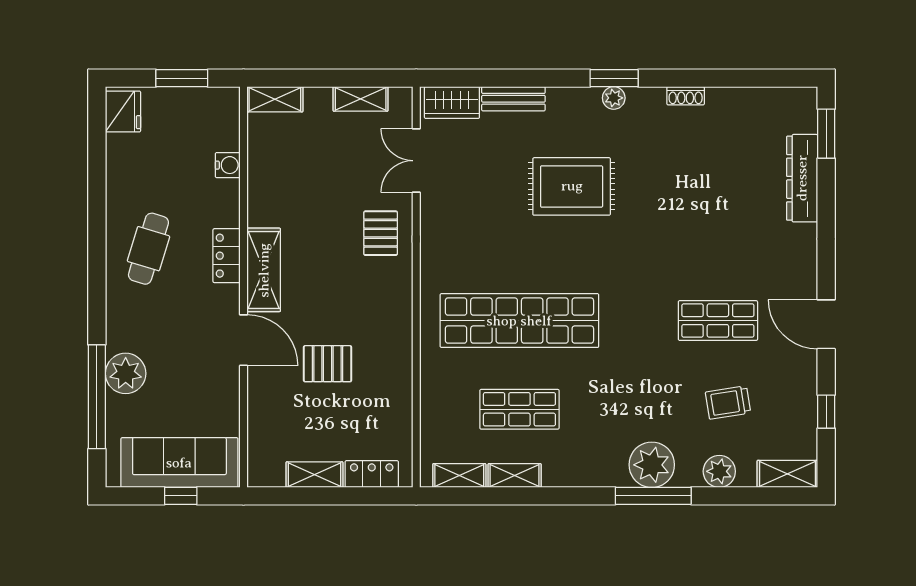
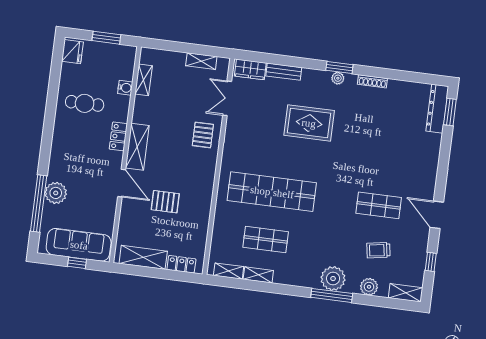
shoe rack: (686, 96) -> (372, 81), width x1.43
shelving: (275, 99) -> (144, 80), moved, turned 90
dresser: (802, 178) -> (437, 109), moved
cafe table: (148, 249) -> (85, 103), moved, turned 73
shelving: (314, 475) -> (143, 257), width x1.50, depth x1.33

